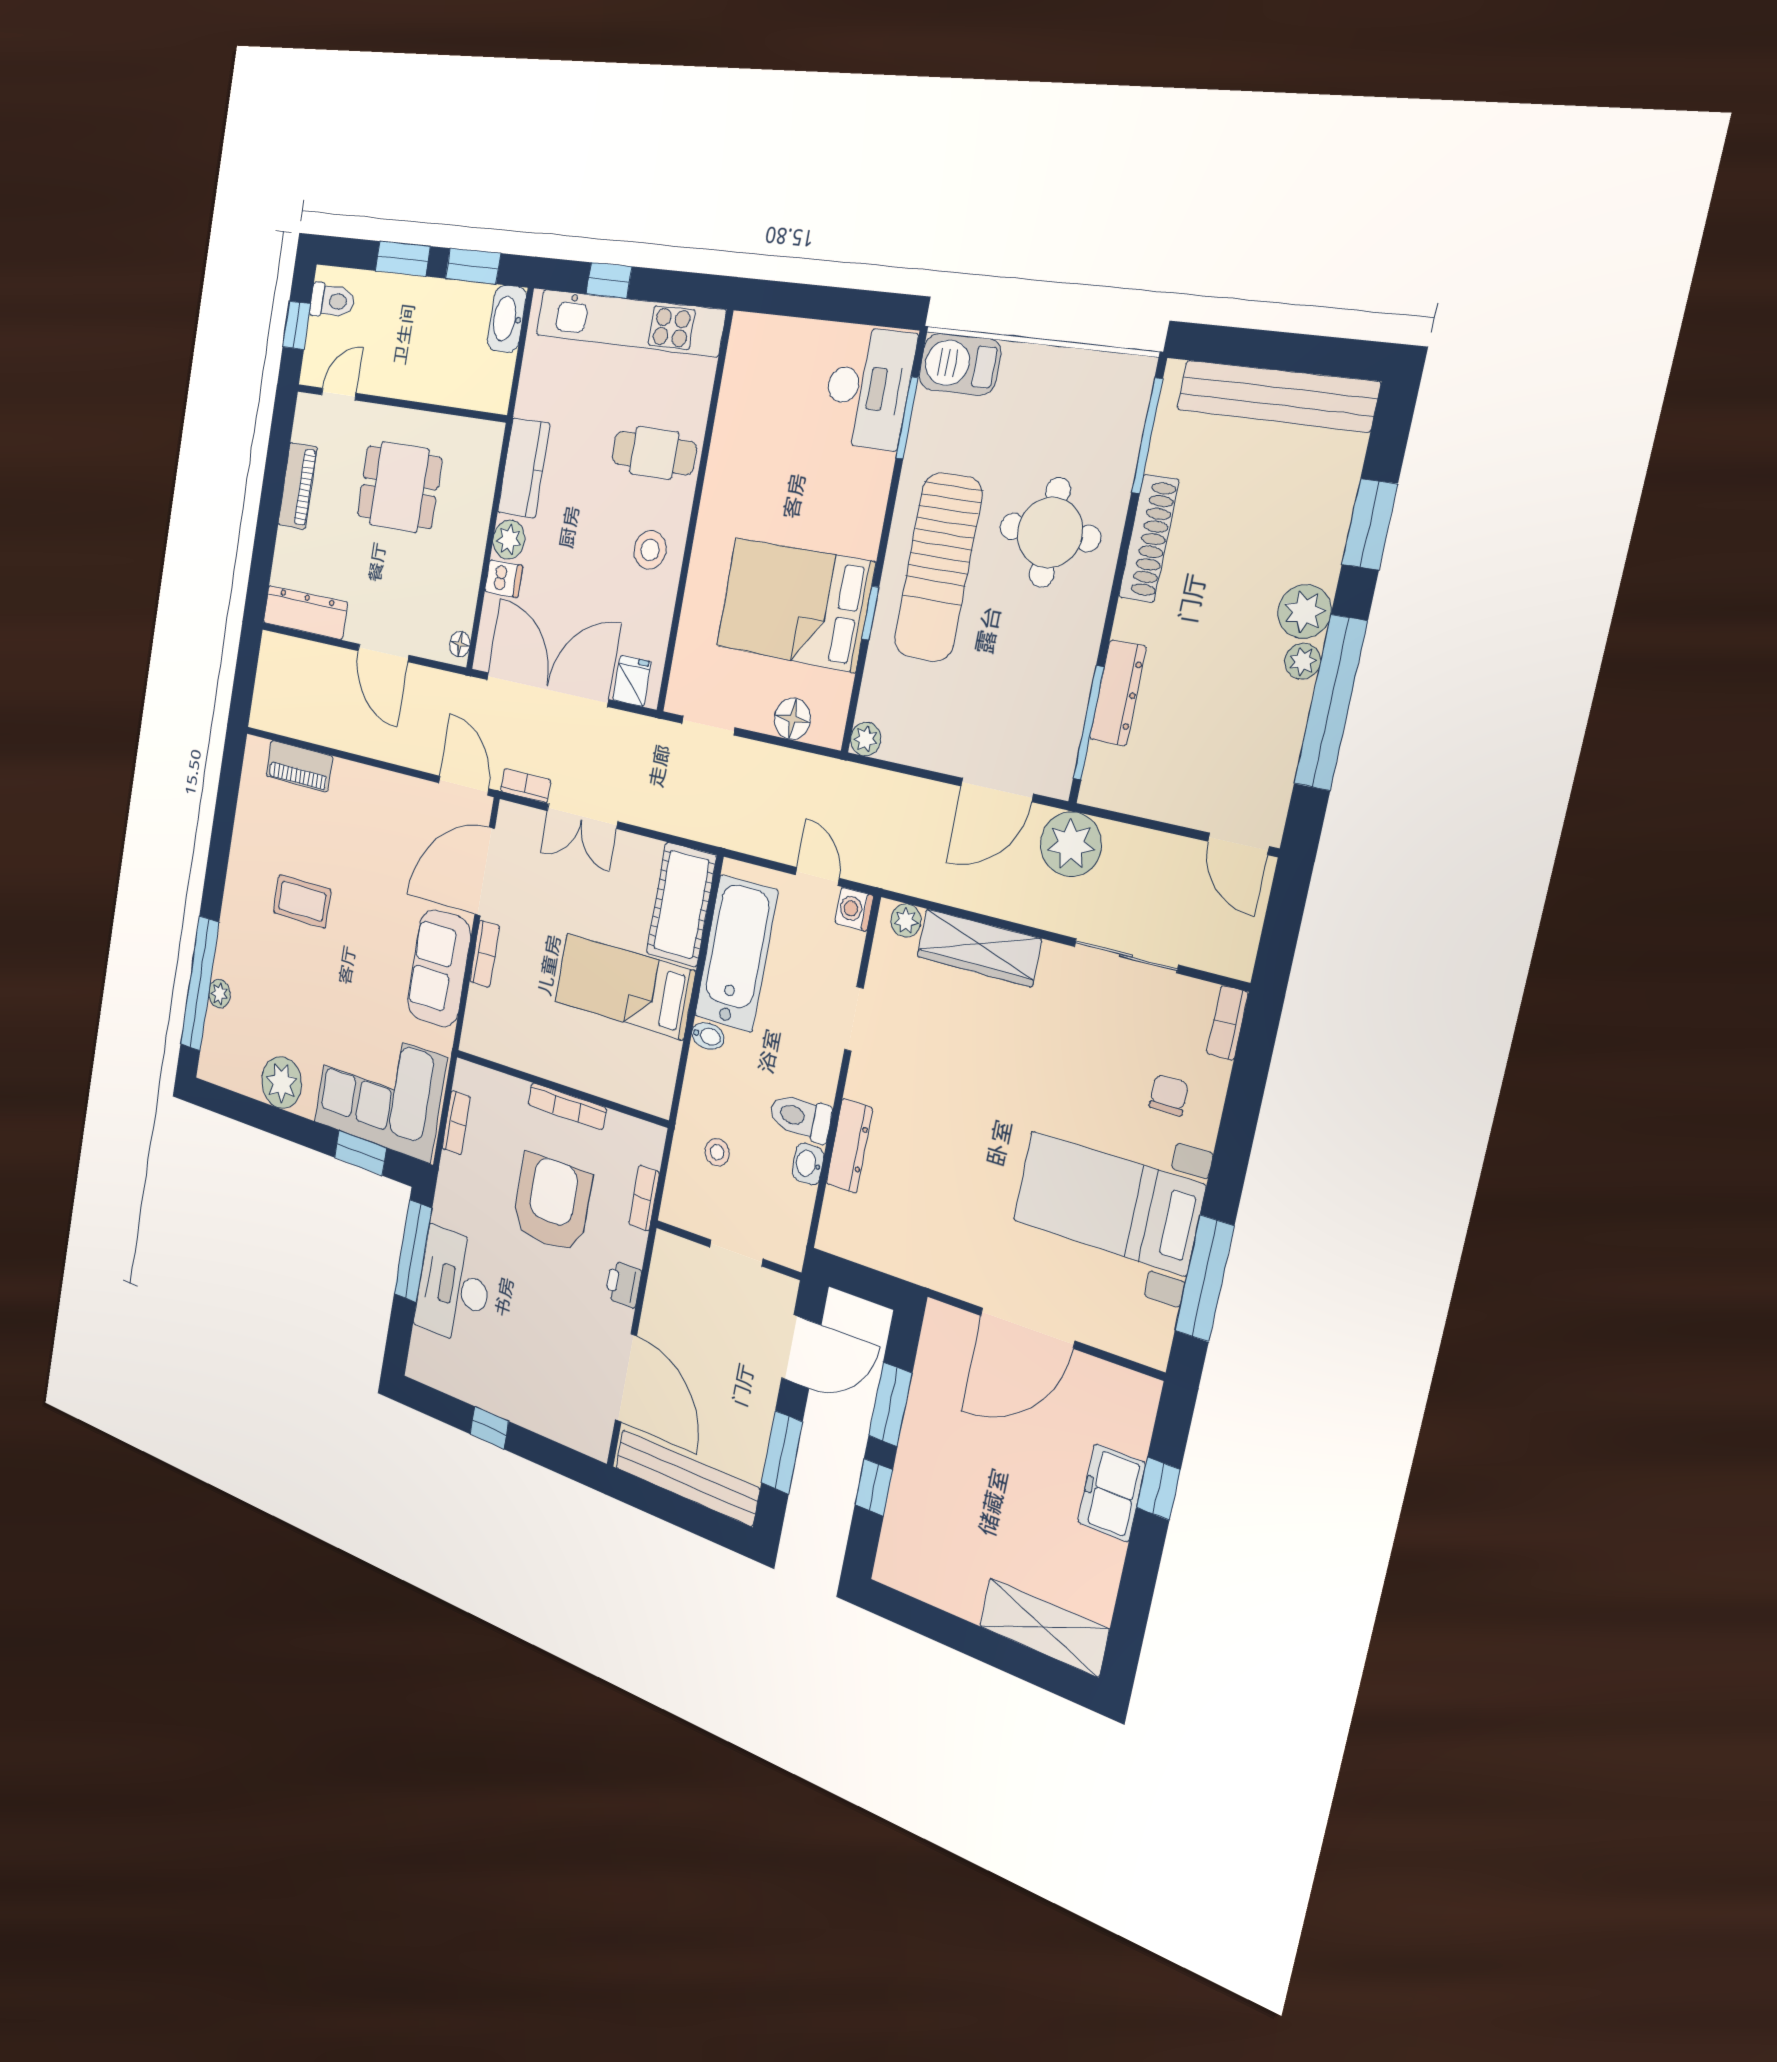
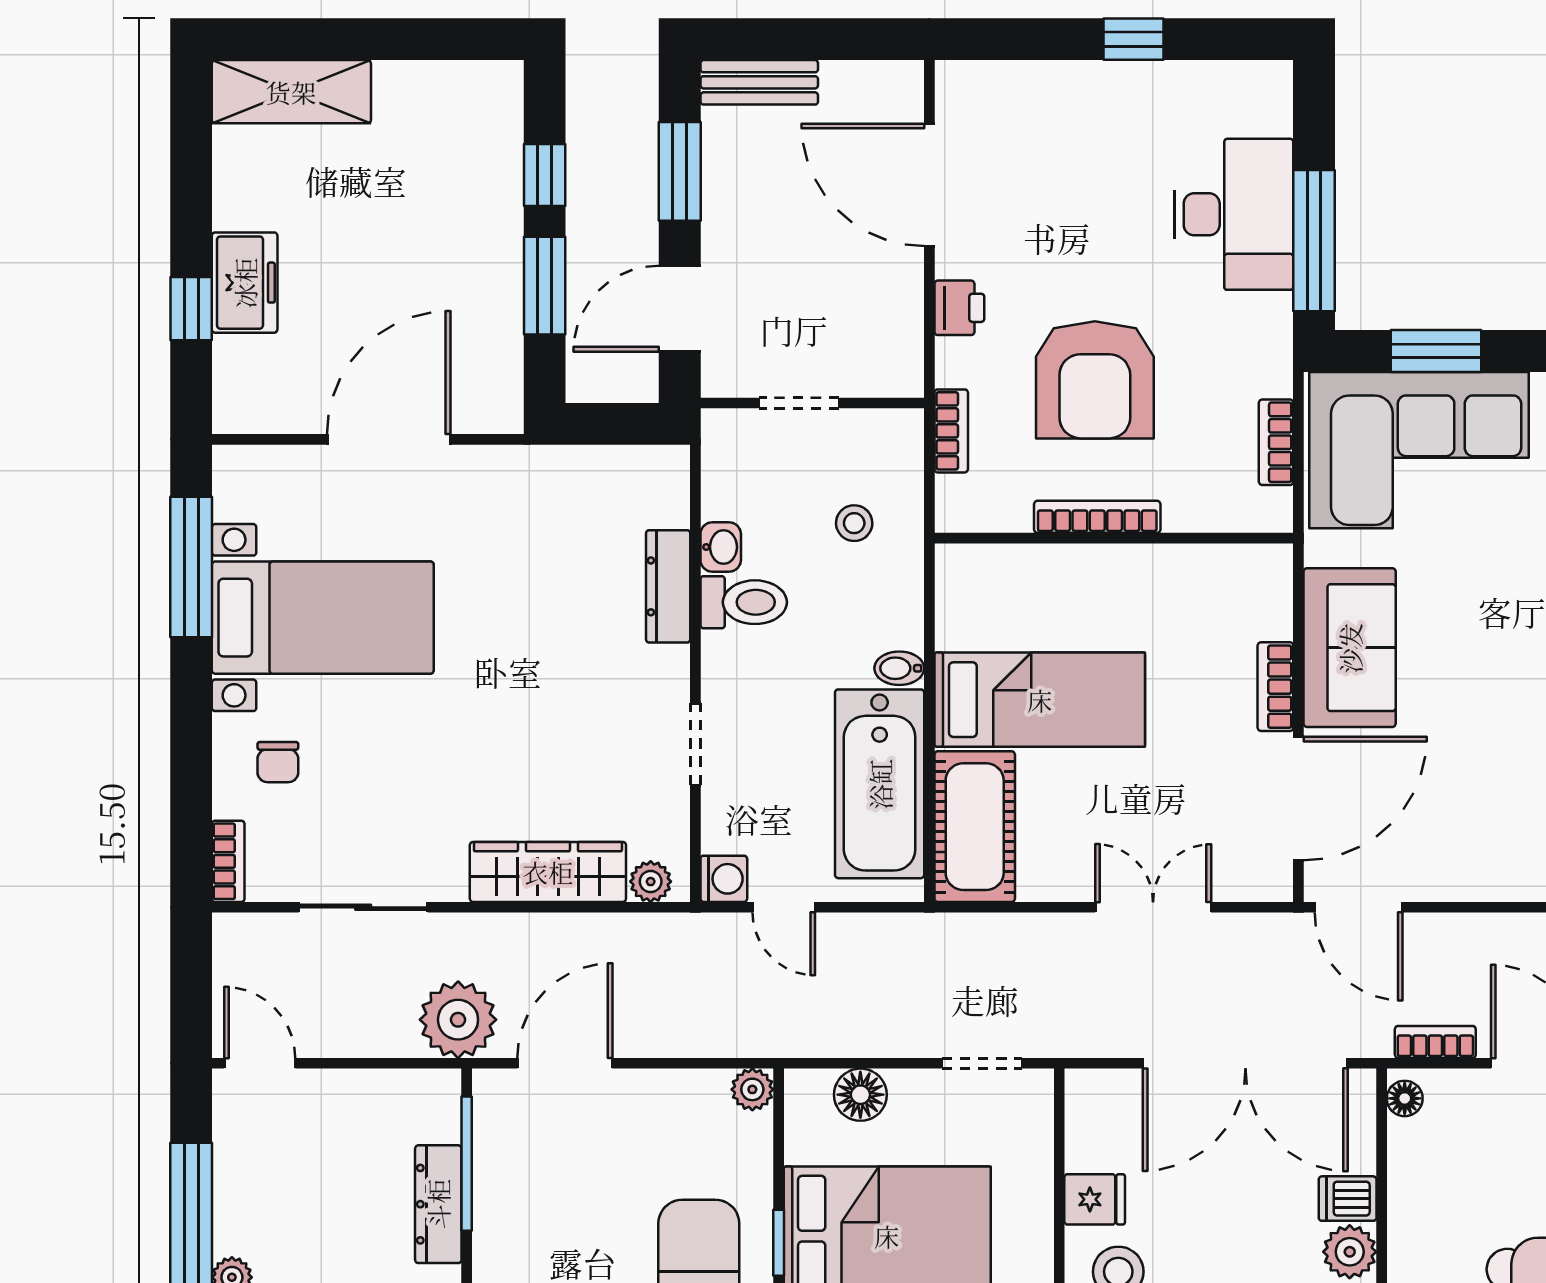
fridge: (632, 681) -> (1095, 1199), moved, turned -90
bookcase: (525, 786) -> (1435, 1042), moved, turned 180
bench: (687, 1478) -> (759, 82), width x0.54, depth x0.82

